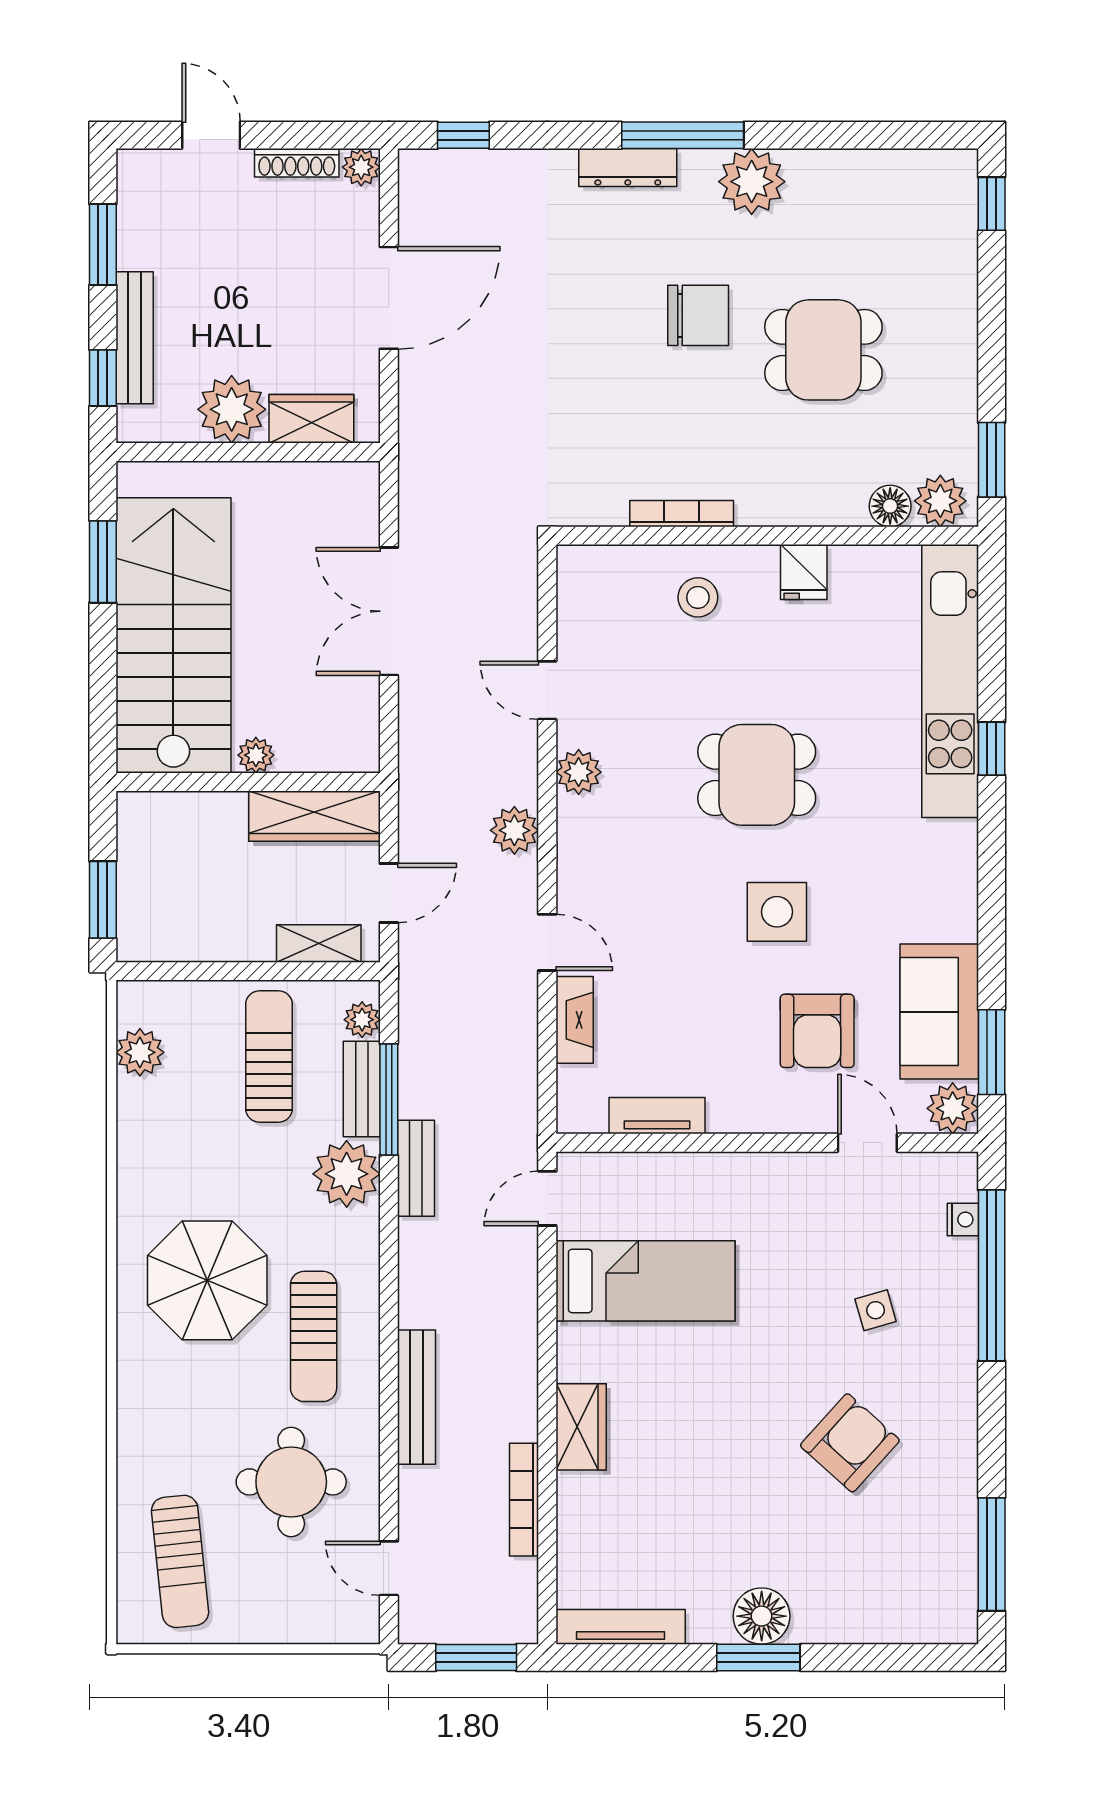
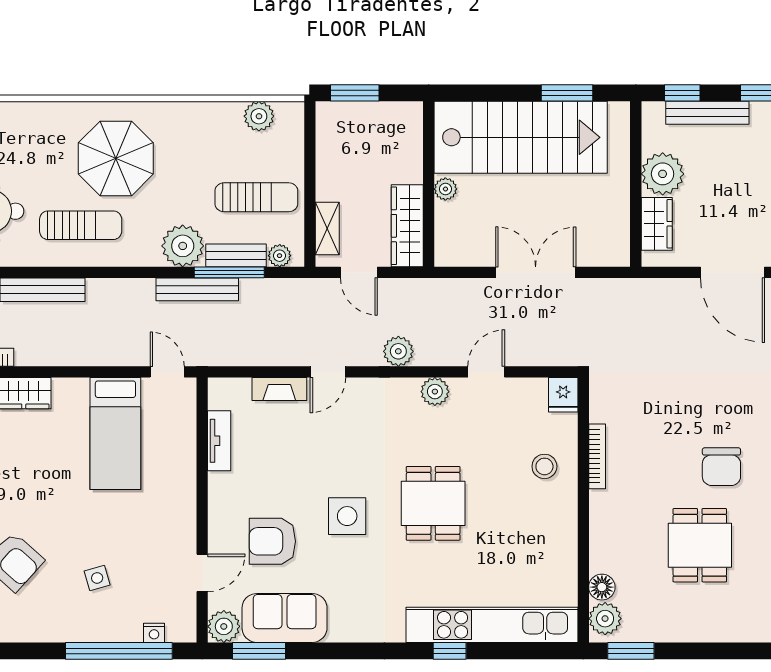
fridge: (804, 572) -> (563, 395), moved, turned -90
bench: (416, 1168) -> (197, 289), width x1.36
sun lounger: (314, 1336) -> (81, 225), turned 180

